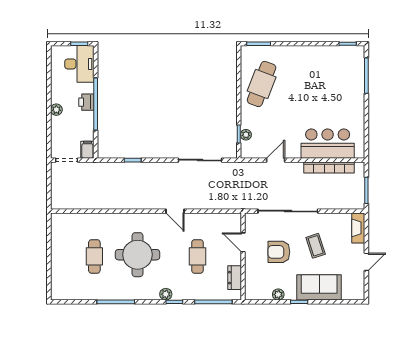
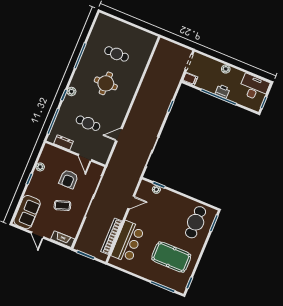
desk: (79, 64) -> (254, 88), moved, turned 180
pool table: (324, 80) -> (171, 257), added
cafe table: (262, 84) -> (196, 222), moved, turned 69
door: (276, 160) -> (131, 202), hinge flipped
door: (175, 211) -> (119, 135), moved
door: (243, 242) -> (85, 158), swing flipped
armchair: (279, 252) -> (69, 179), turned 180
round table: (138, 255) -> (106, 83), width x0.73, depth x0.73
sofa: (319, 287) -> (27, 212), moved

